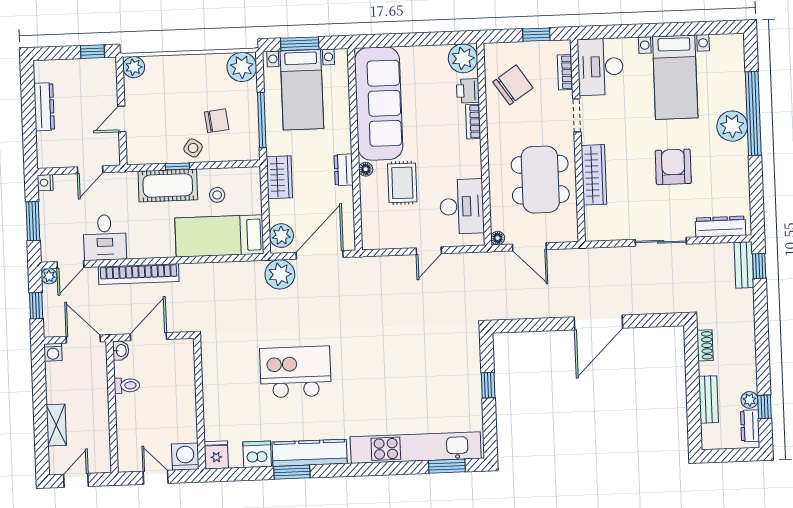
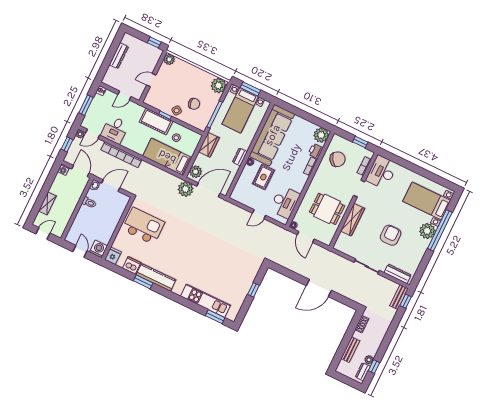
bed with nightstands: (675, 77) -> (427, 201), moved, turned 90
dining table: (540, 180) -> (327, 209), width x0.73
kitchen island: (295, 372) -> (143, 226), moved
kitchen unit: (416, 448) -> (205, 301), width x0.73

